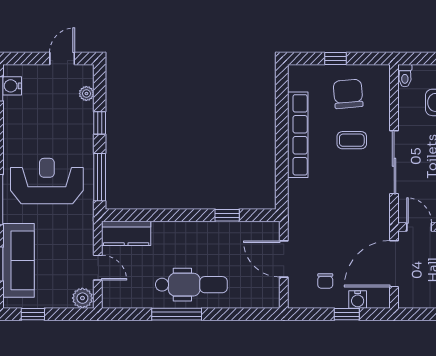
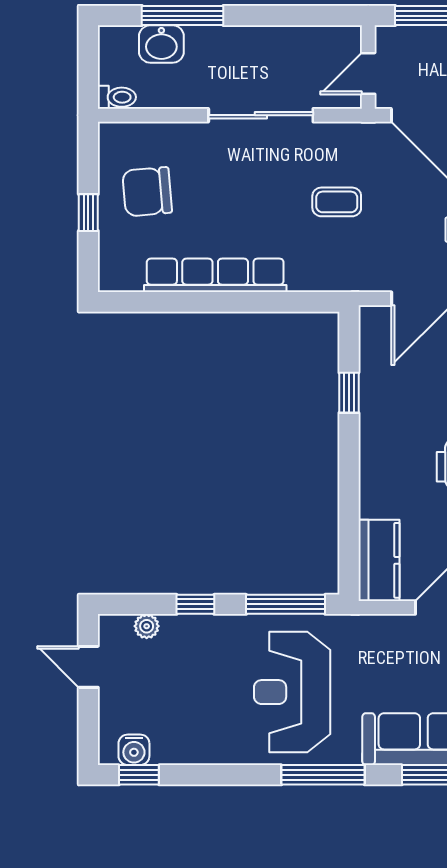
coffee table: (352, 140) -> (337, 202), moved, turned 90

